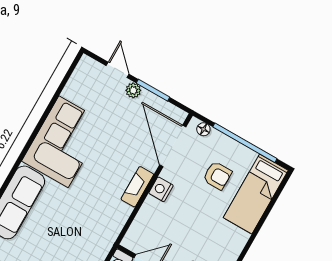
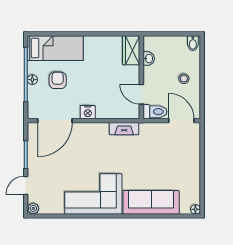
plant: (133, 90) -> (33, 208), moved
floor lamp: (203, 129) -> (32, 80), moved
fireplace: (137, 187) -> (124, 129), moved

